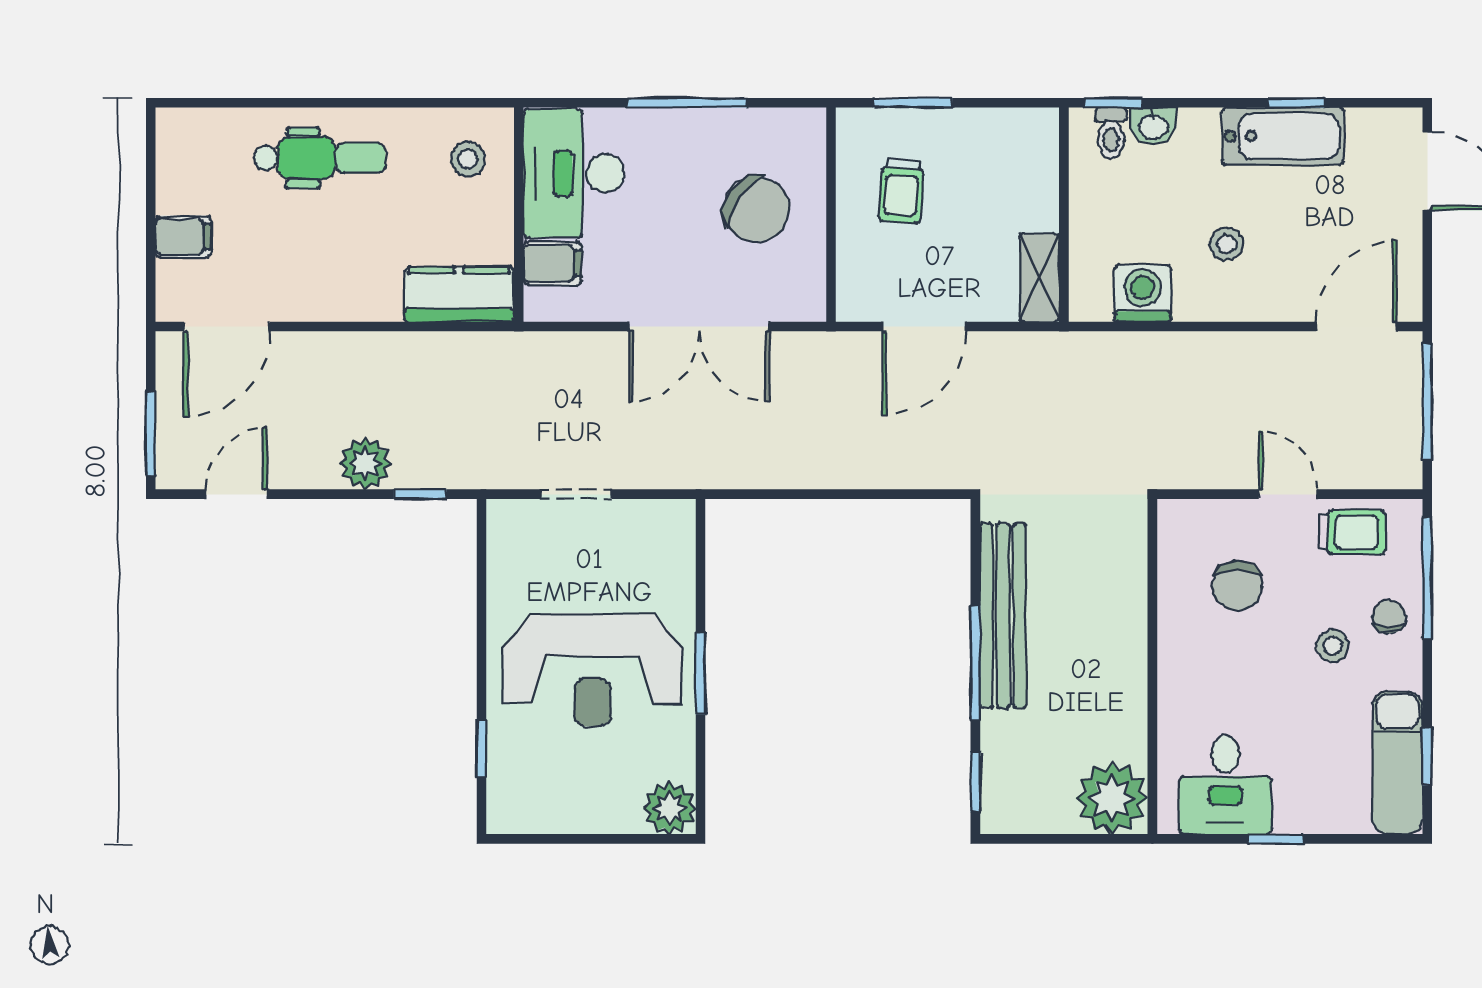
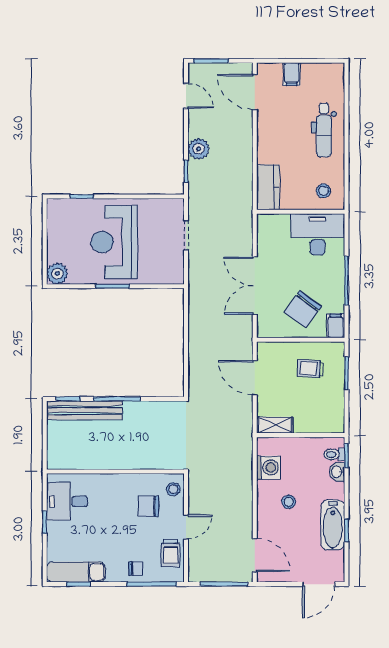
filing cabinet: (553, 263) -> (336, 326), moved, turned 180
bench: (1003, 616) -> (85, 410), moved
stool: (1332, 646) -> (173, 489), moved
plant: (1112, 798) -> (61, 455), removed

